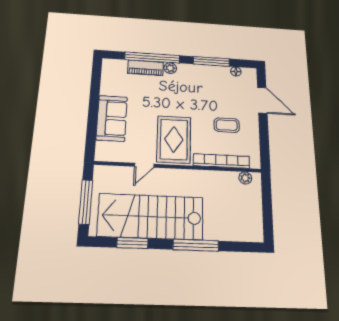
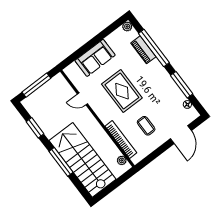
plant: (170, 68) -> (127, 27), moved
rug: (174, 139) -> (122, 91), moved, turned 90
stairs: (151, 217) -> (82, 160), moved

